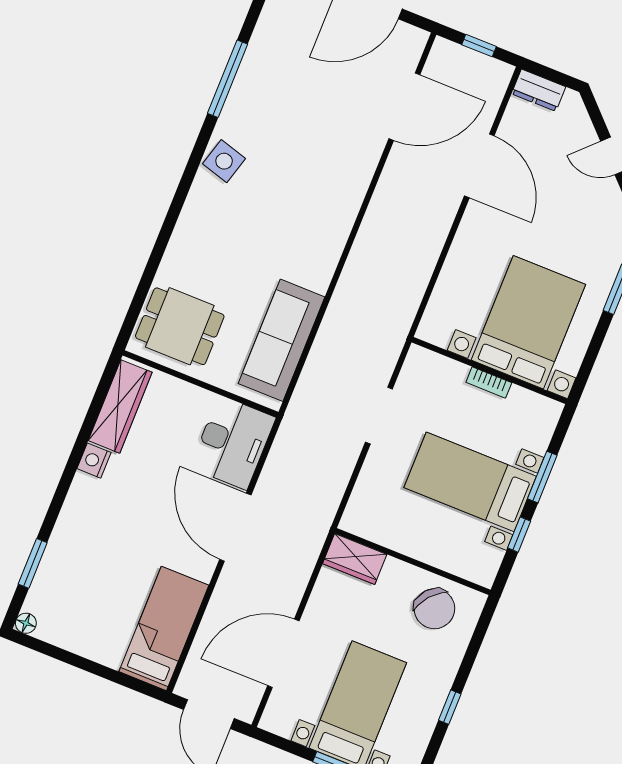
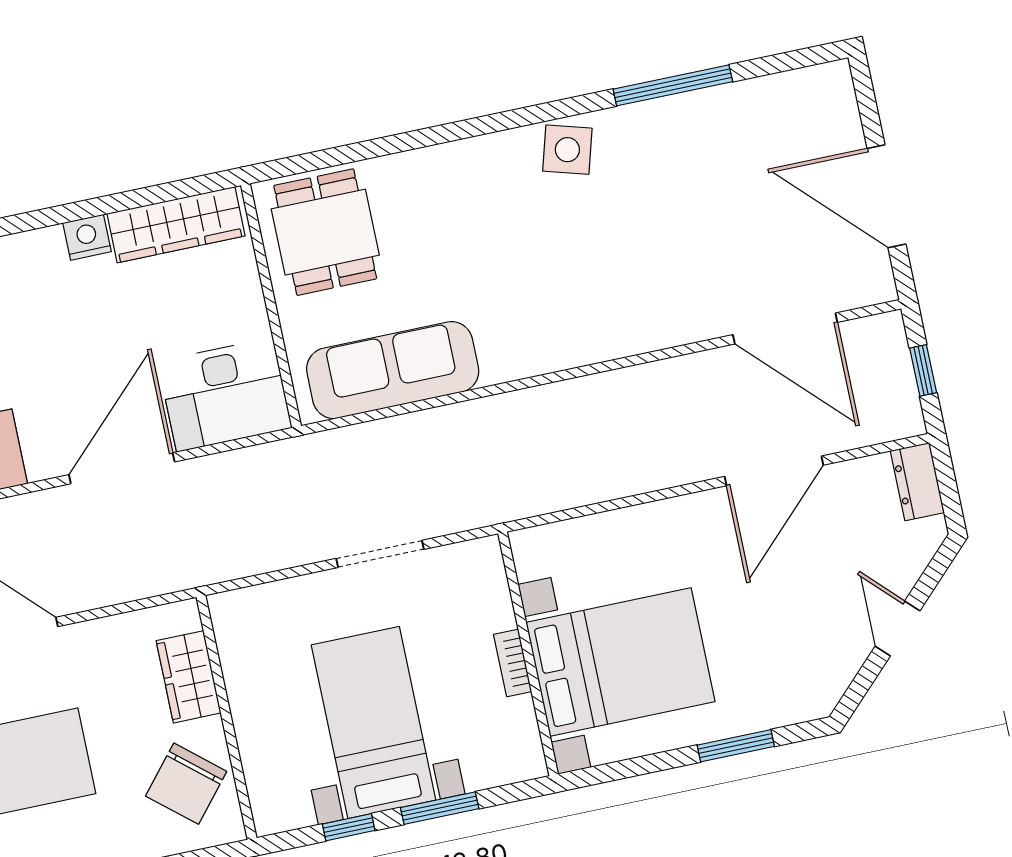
wardrobe: (355, 559) -> (189, 677), moved

